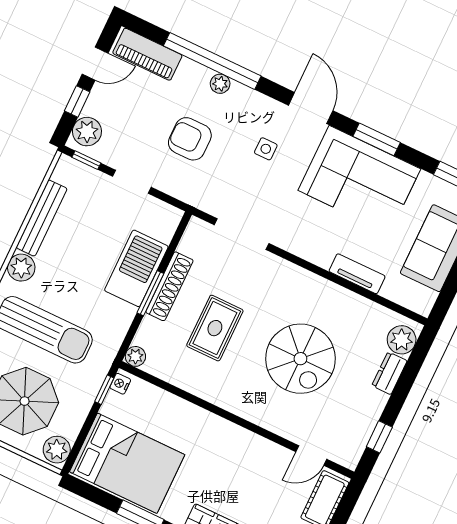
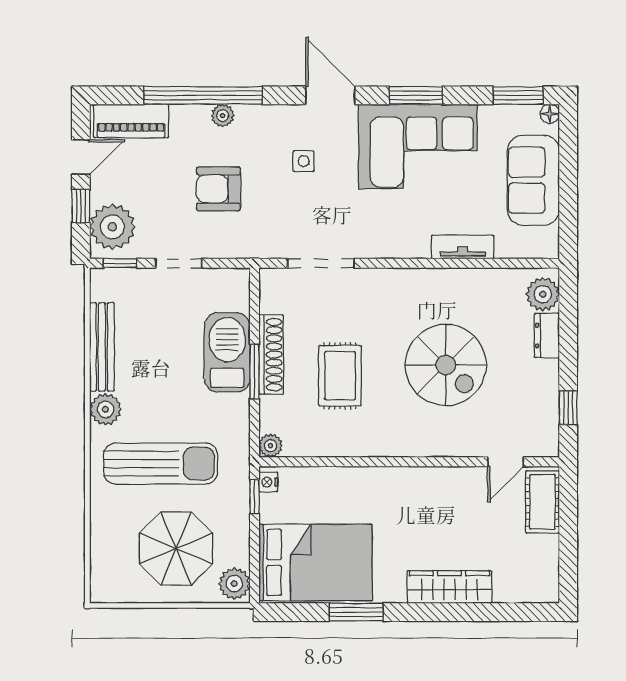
plant: (87, 132) -> (112, 227), width x1.36, depth x1.36

